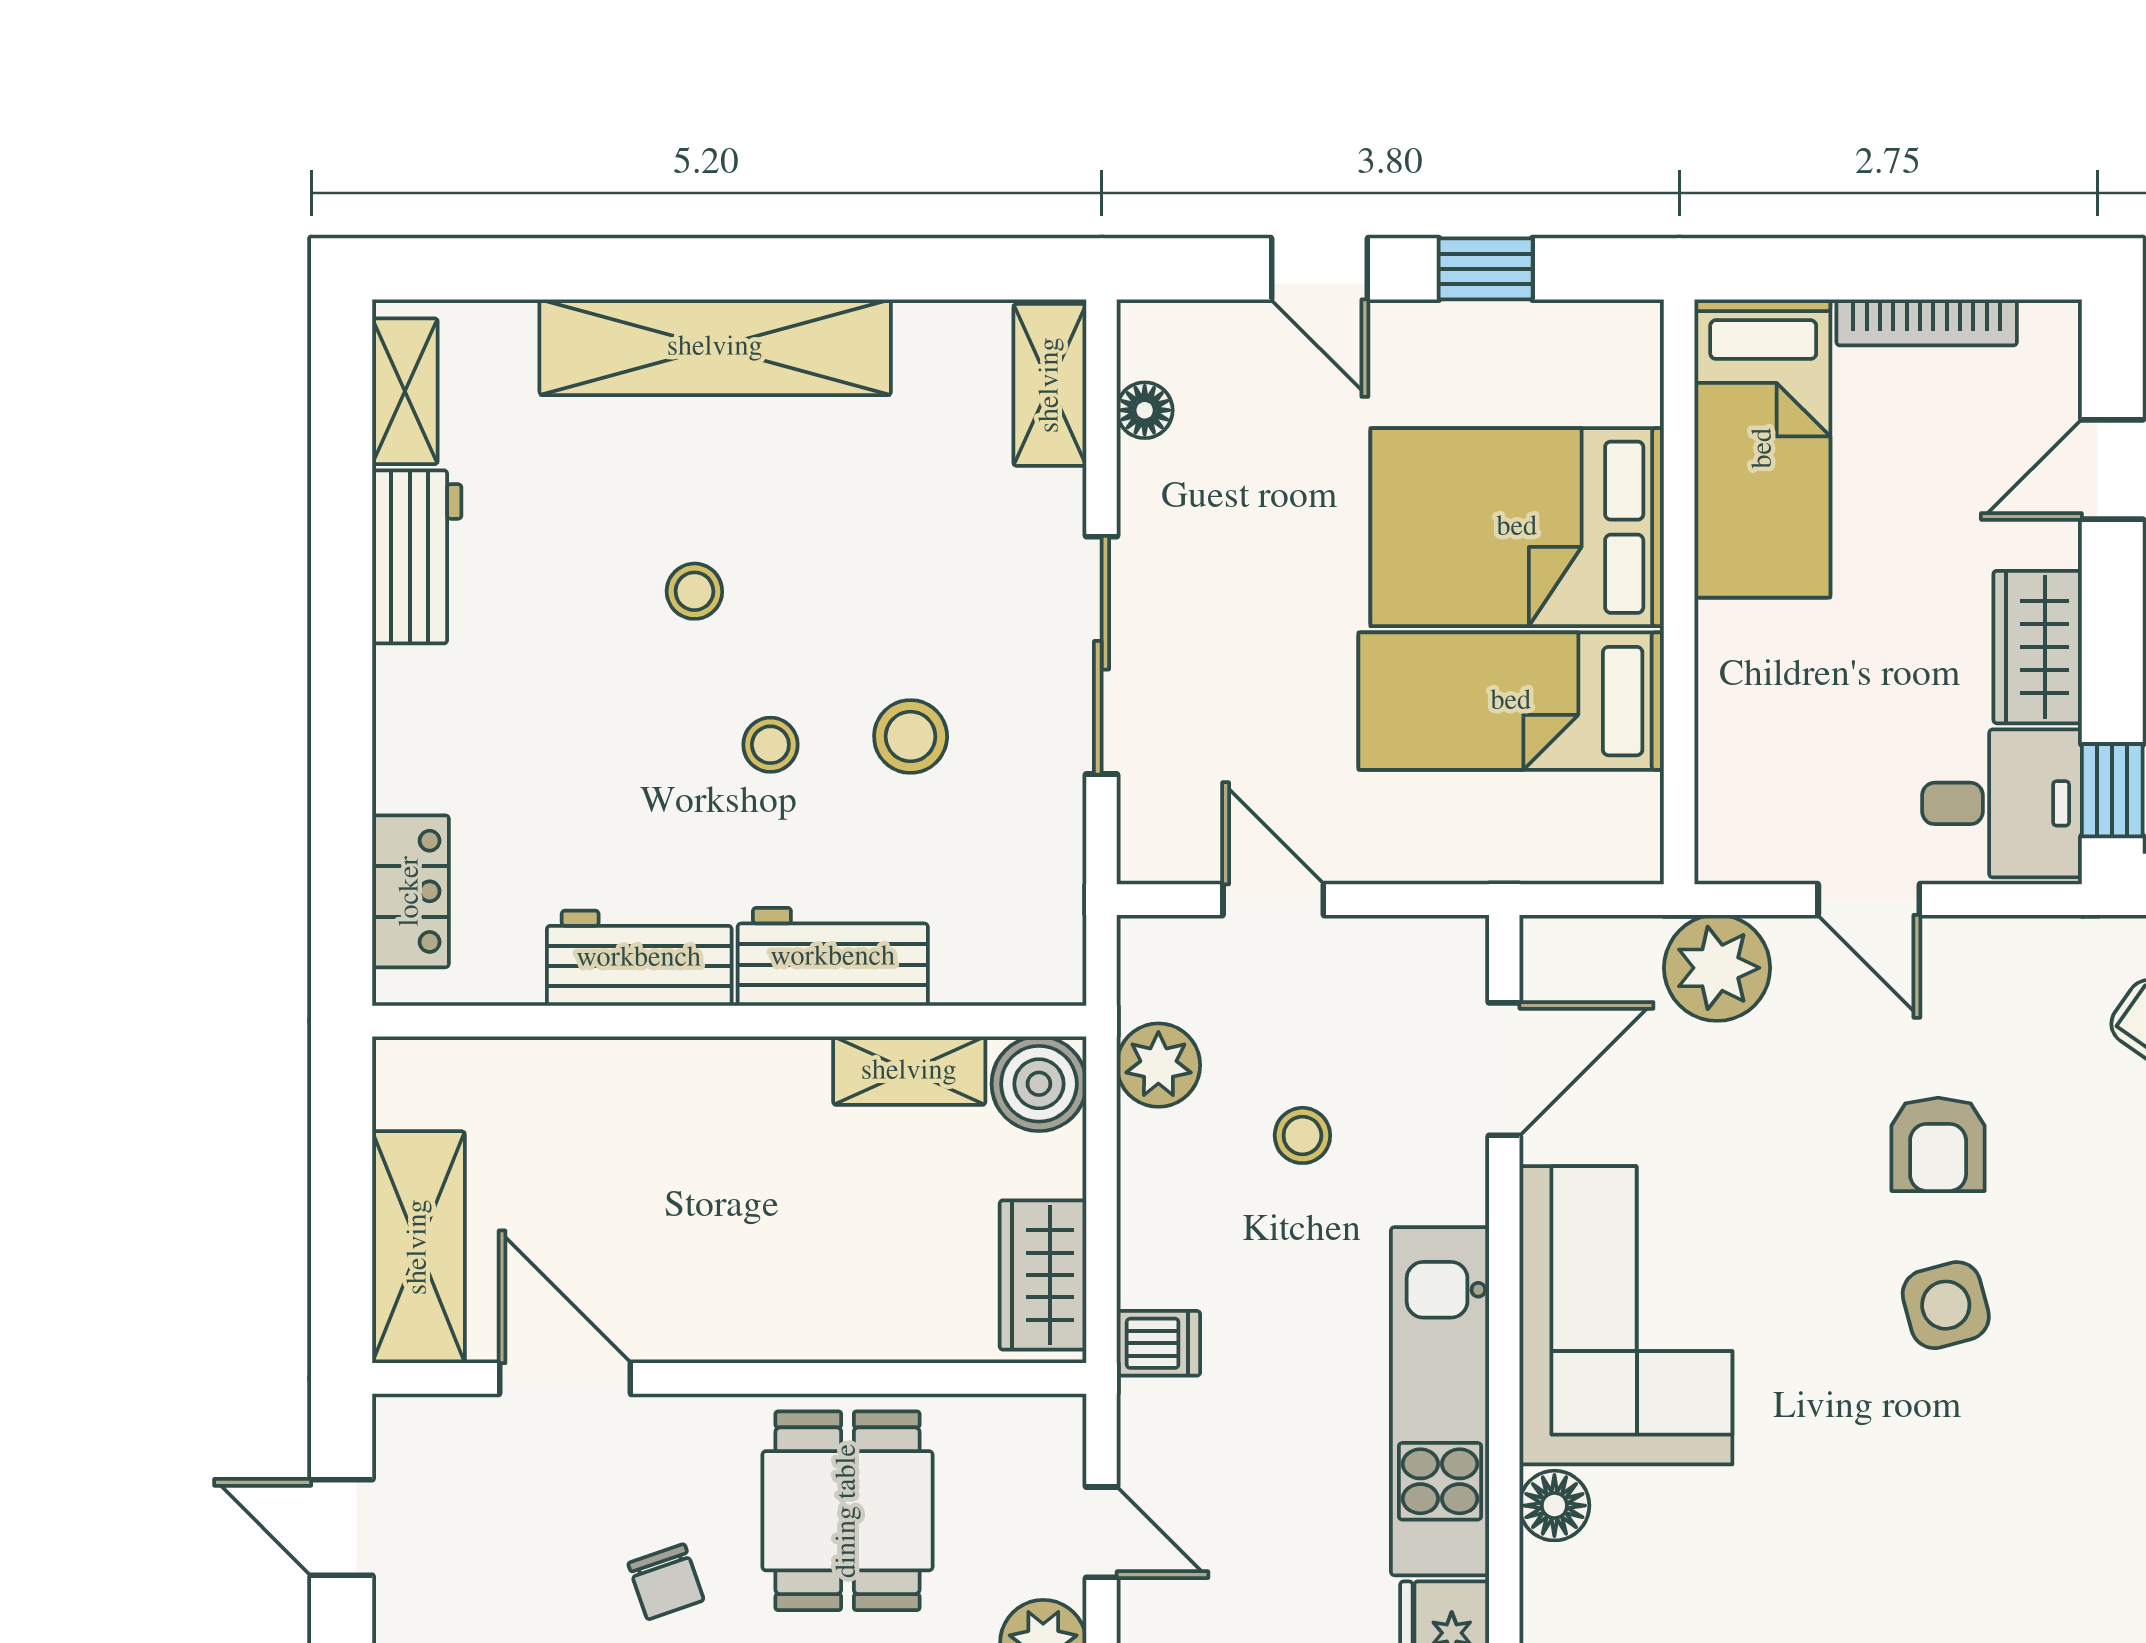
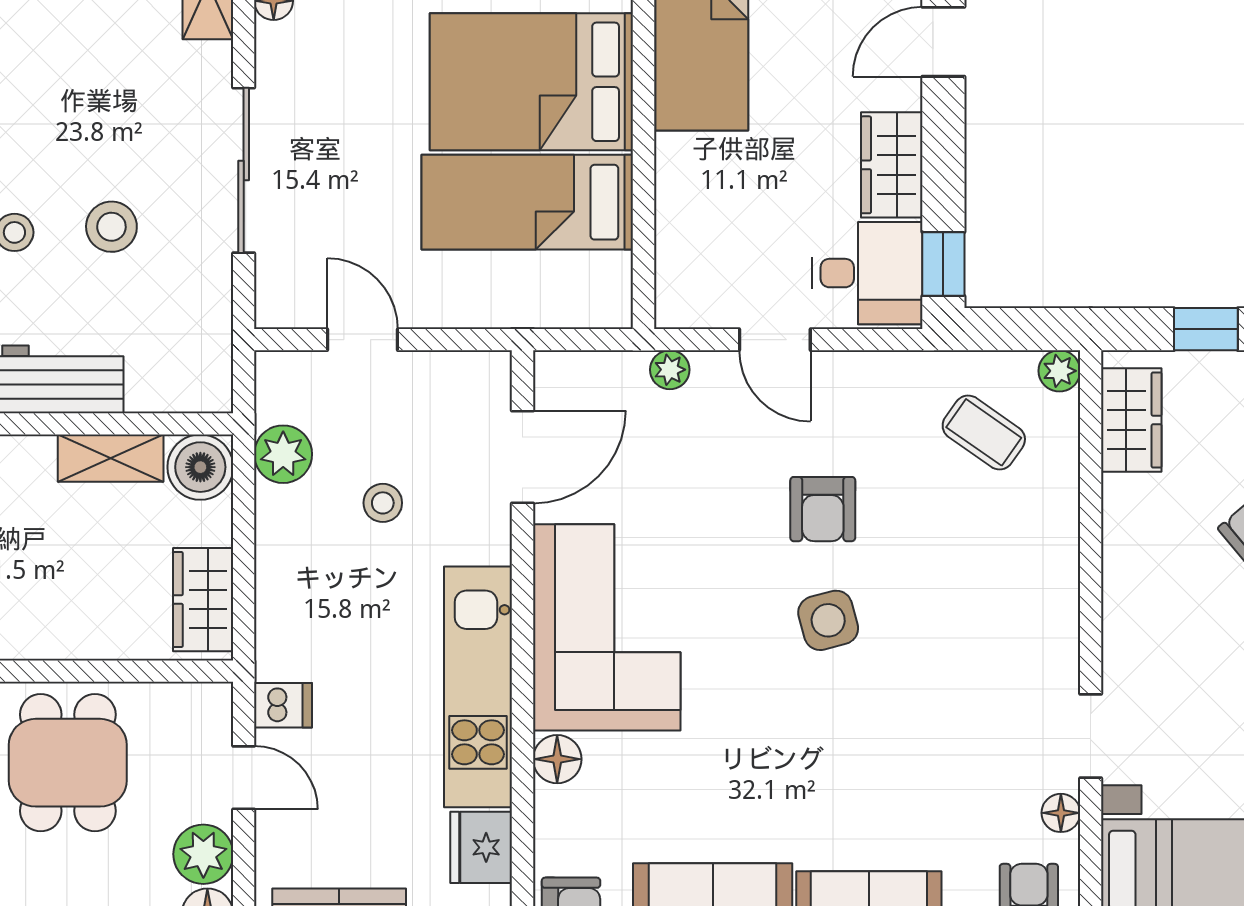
plant: (1717, 968) -> (670, 370), width x0.53, depth x0.53
dishwasher: (1158, 1343) -> (283, 705), moved

